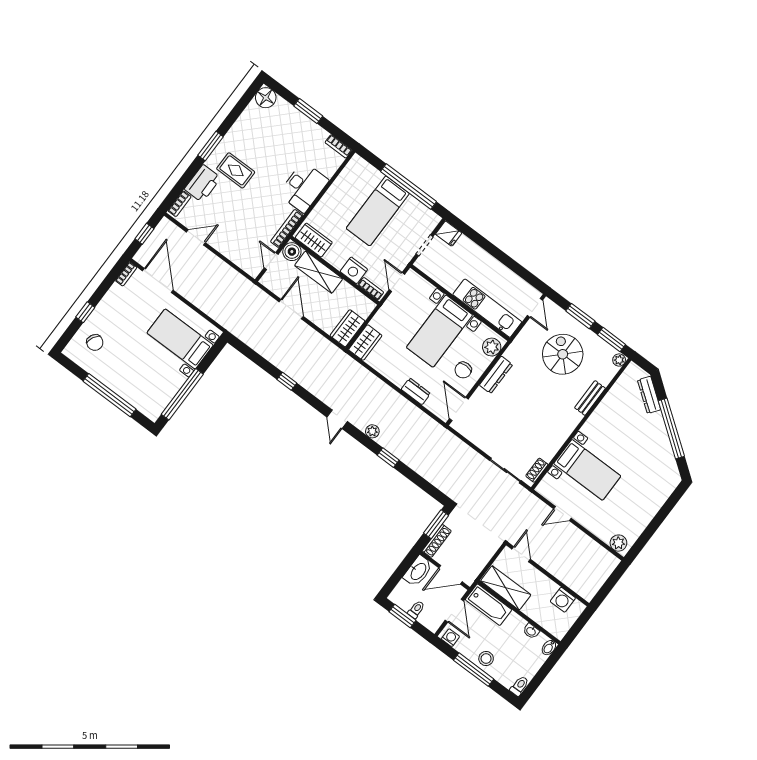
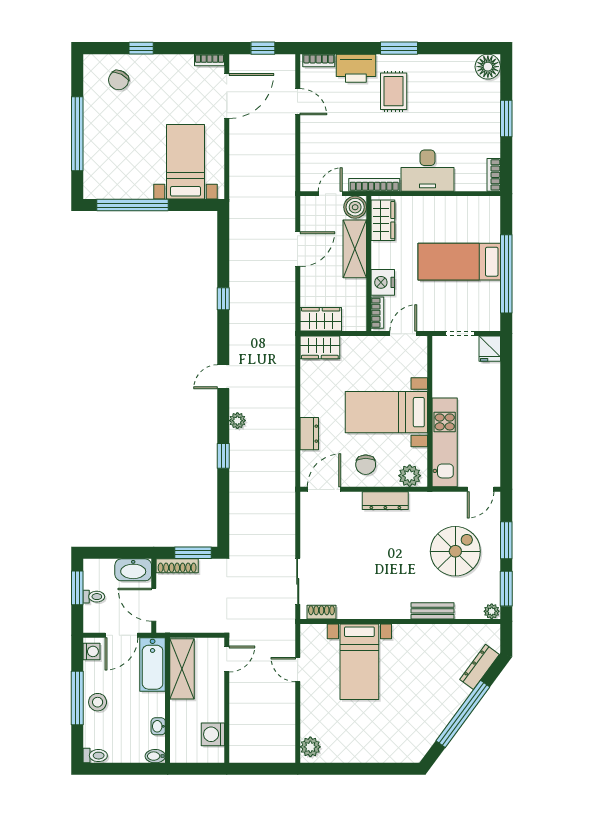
chair: (463, 370) -> (366, 465), turned -90

